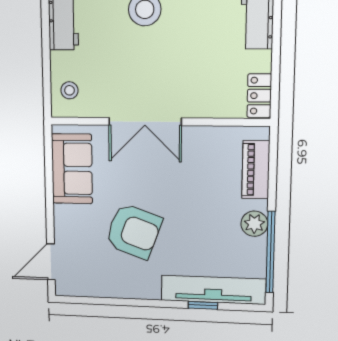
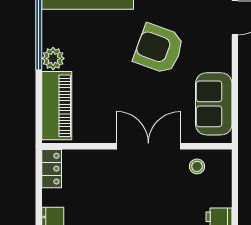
stool: (69, 90) -> (197, 166), moved
piano: (256, 170) -> (57, 106), width x1.37, depth x1.33

